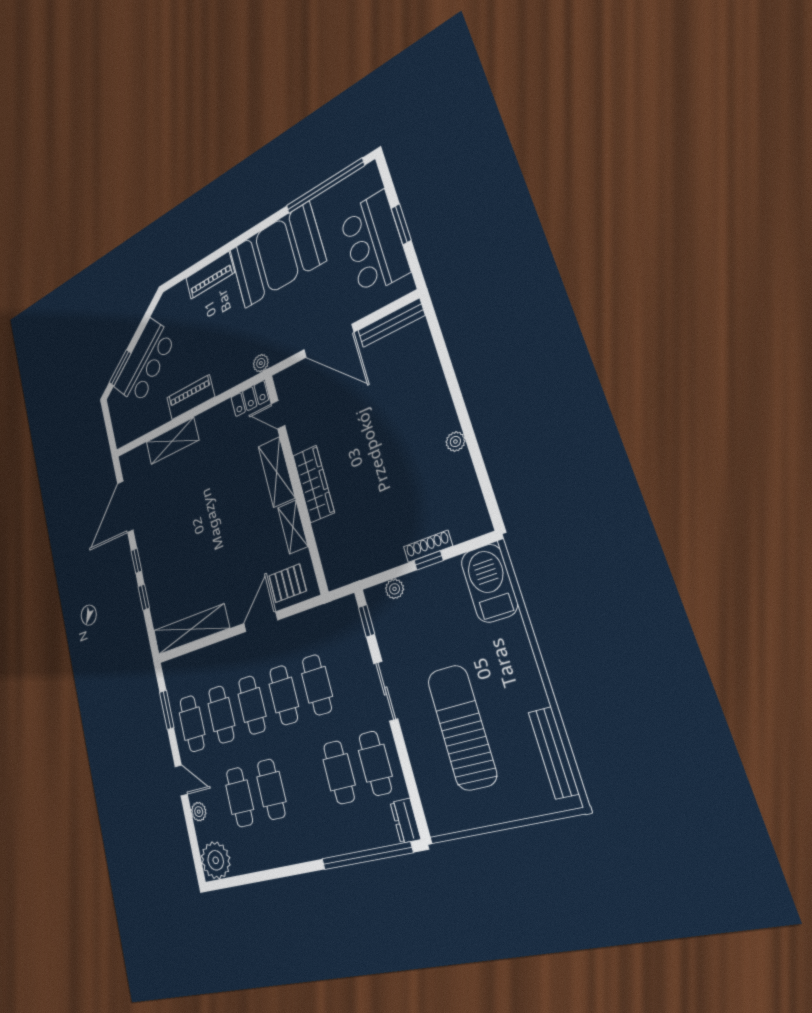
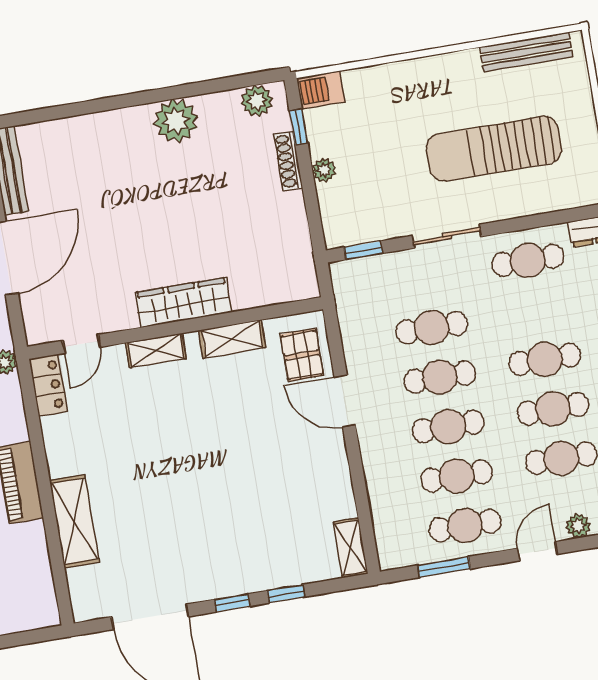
plant: (455, 442) -> (176, 121), width x1.88, depth x1.88
shelving: (277, 472) -> (156, 351), width x0.67, depth x0.75
plant: (473, 510) -> (257, 101), added
window: (429, 560) -> (298, 127), moved
barbecue: (489, 583) -> (321, 90), width x0.53, depth x0.65
plant: (395, 589) -> (324, 170), moved
shelving: (191, 629) -> (351, 548), width x0.45, depth x0.75
cafe table: (339, 772) -> (545, 359), moved

